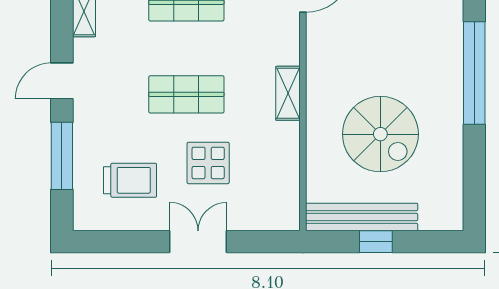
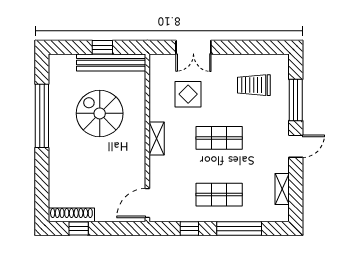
window: (474, 73) -> (42, 116), moved
display table: (208, 163) -> (188, 94), moved
double door: (198, 242) -> (193, 47), moved

